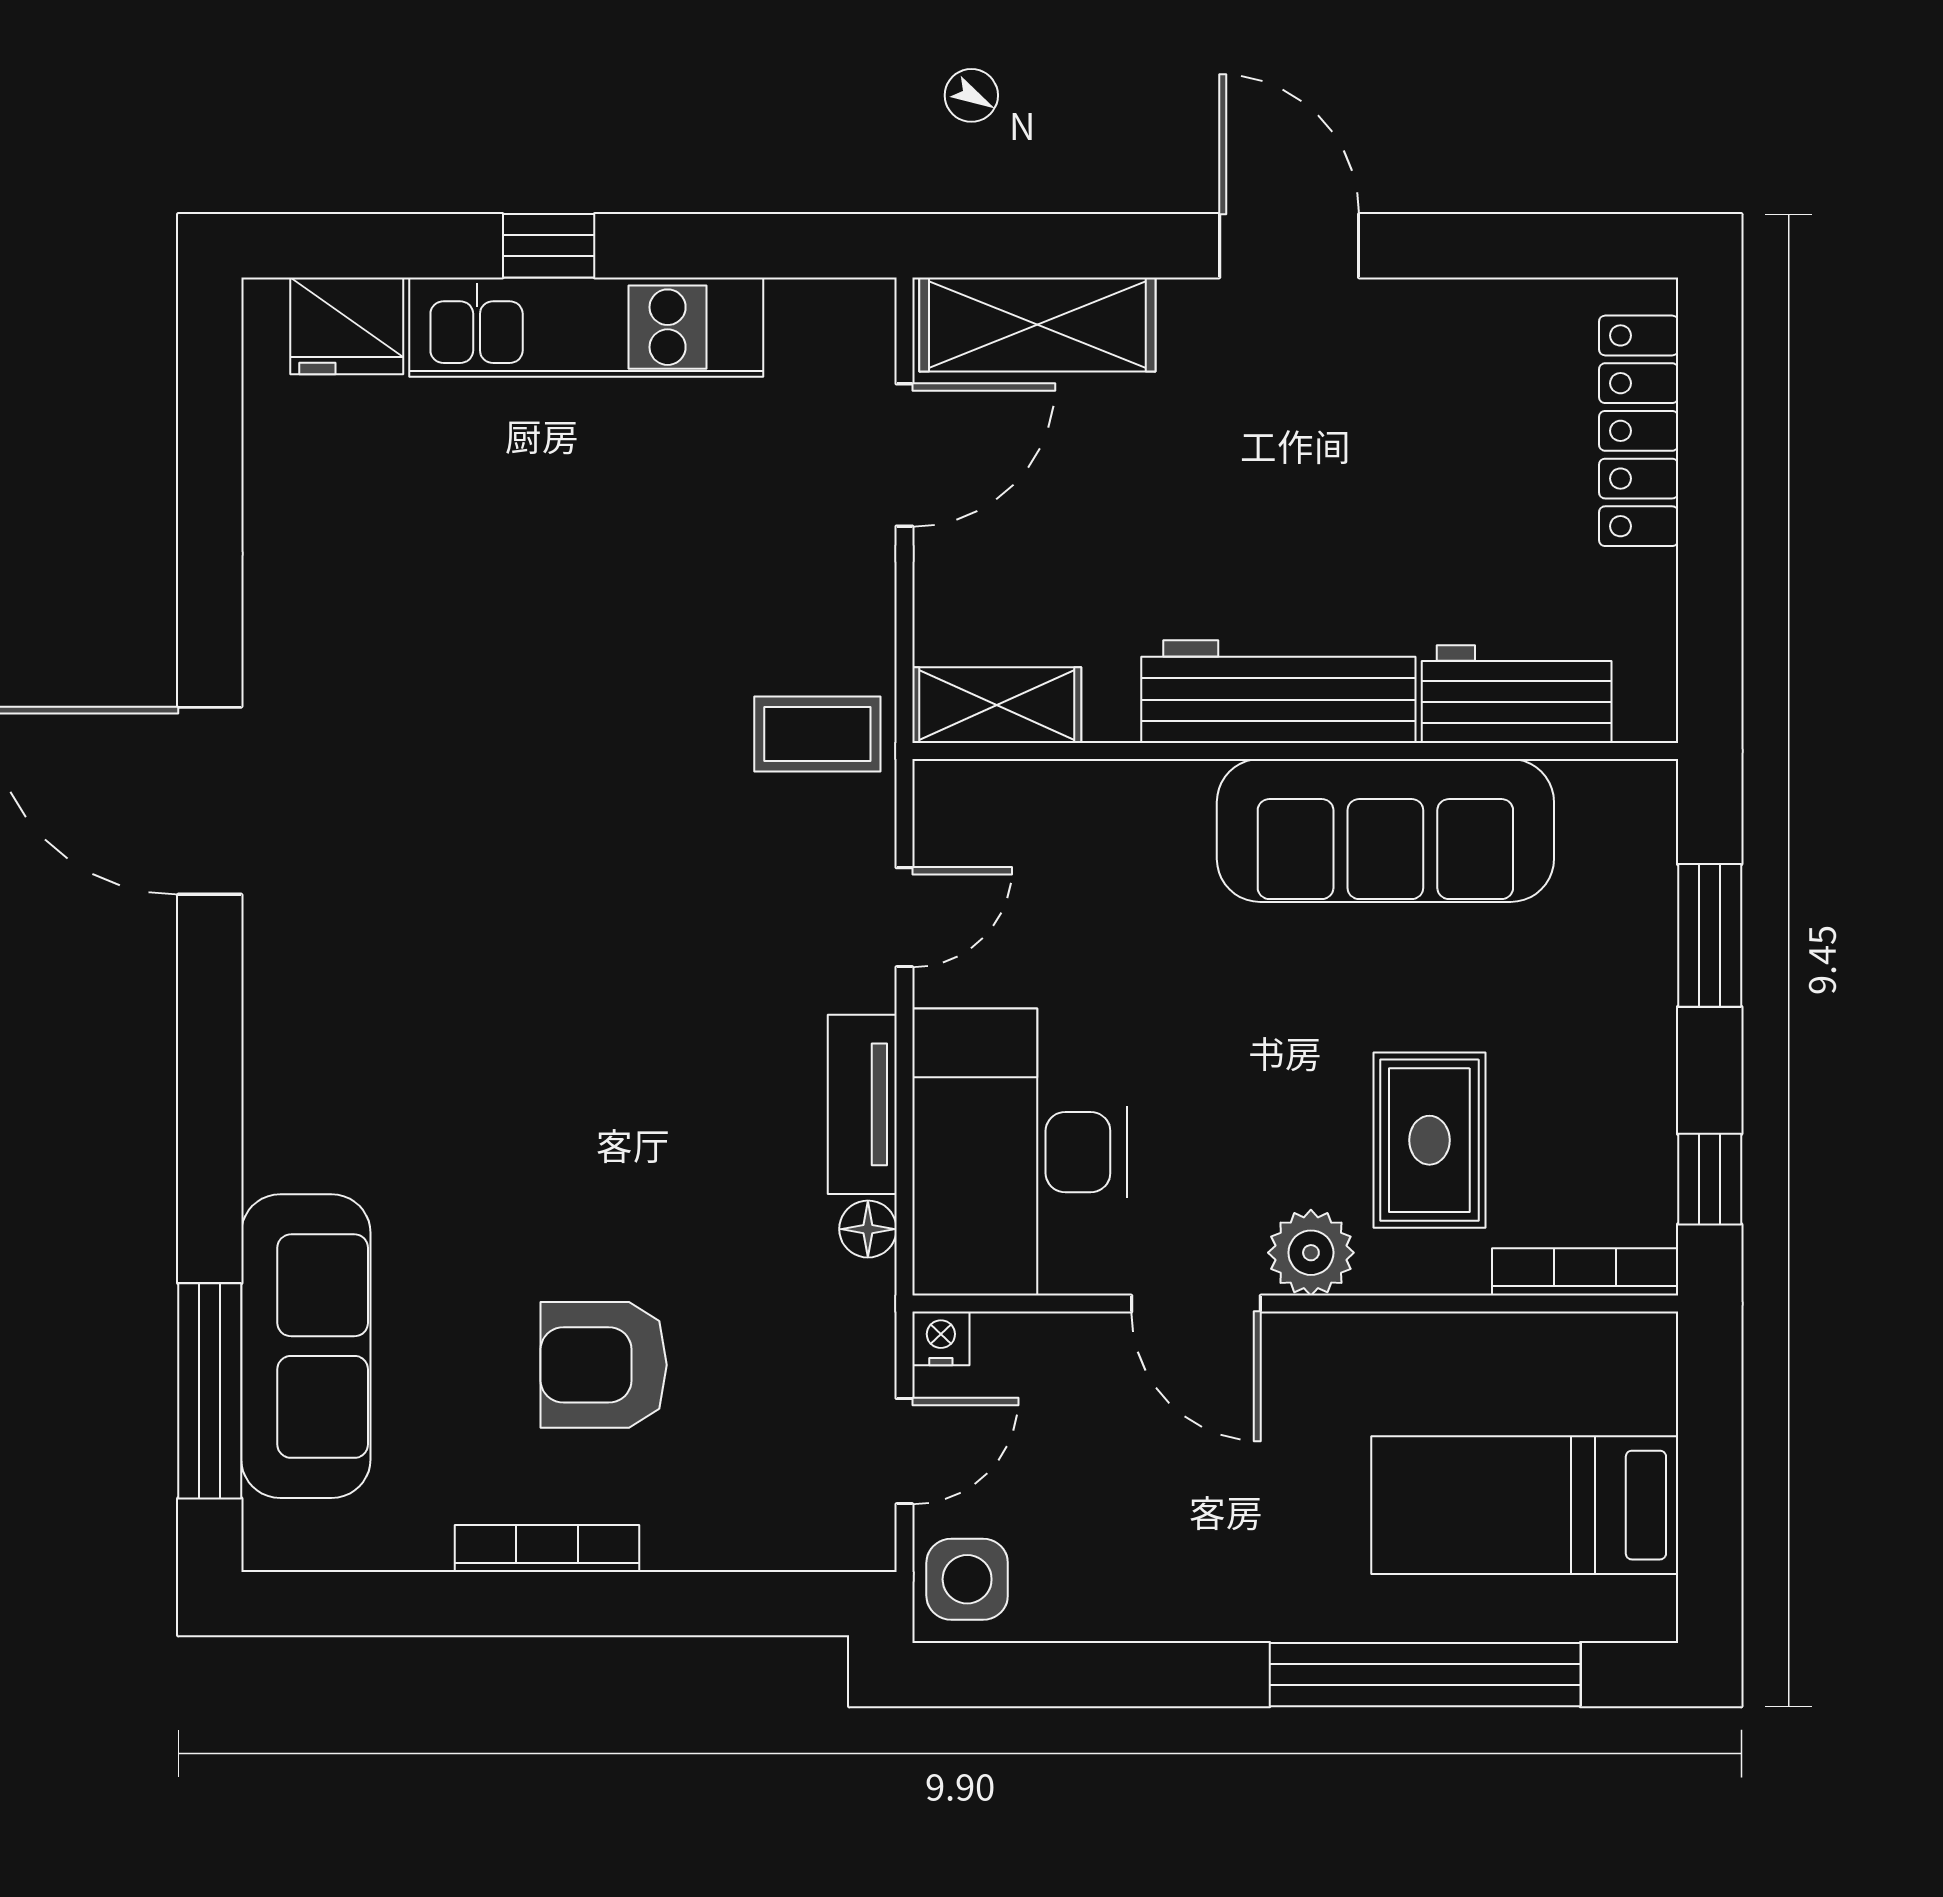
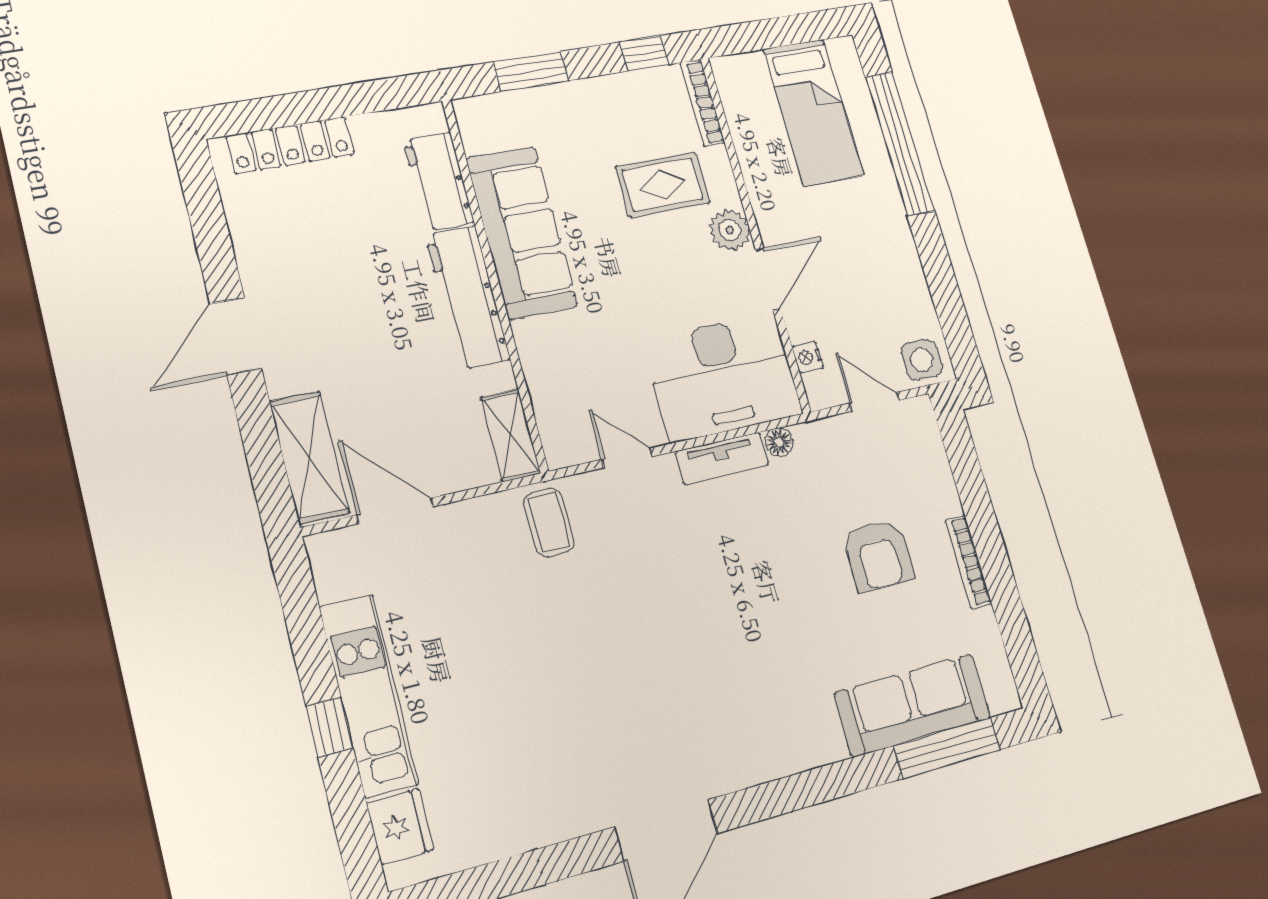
nightstand: (941, 1338) -> (808, 357), moved

